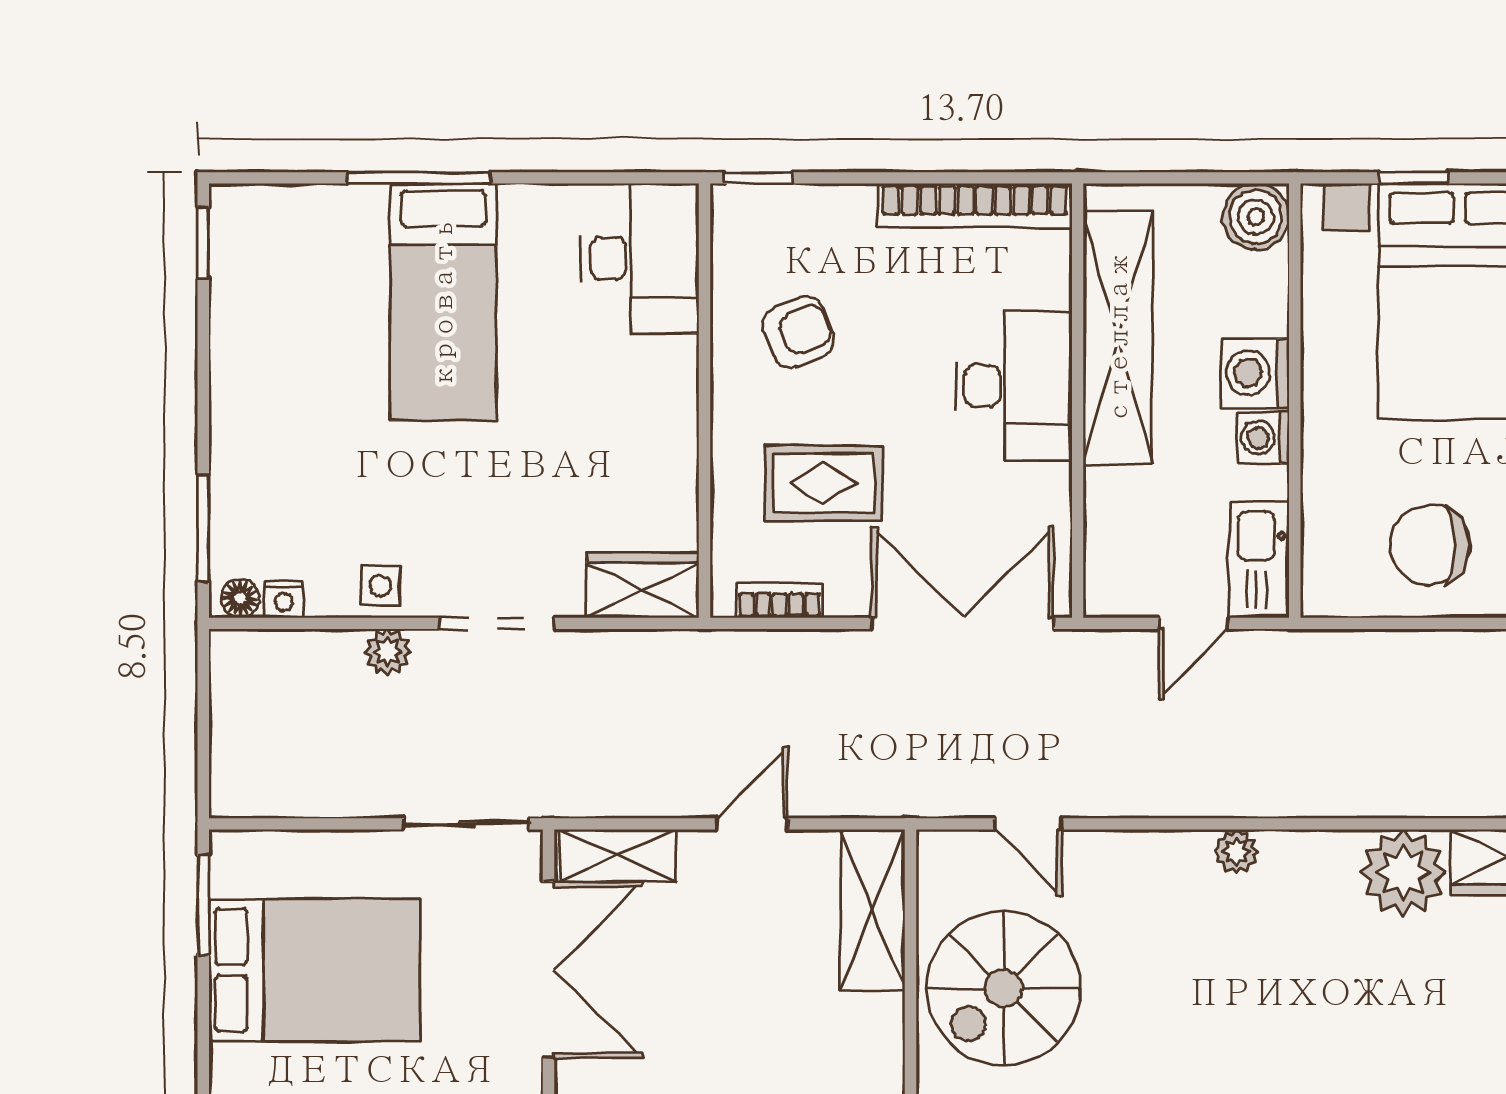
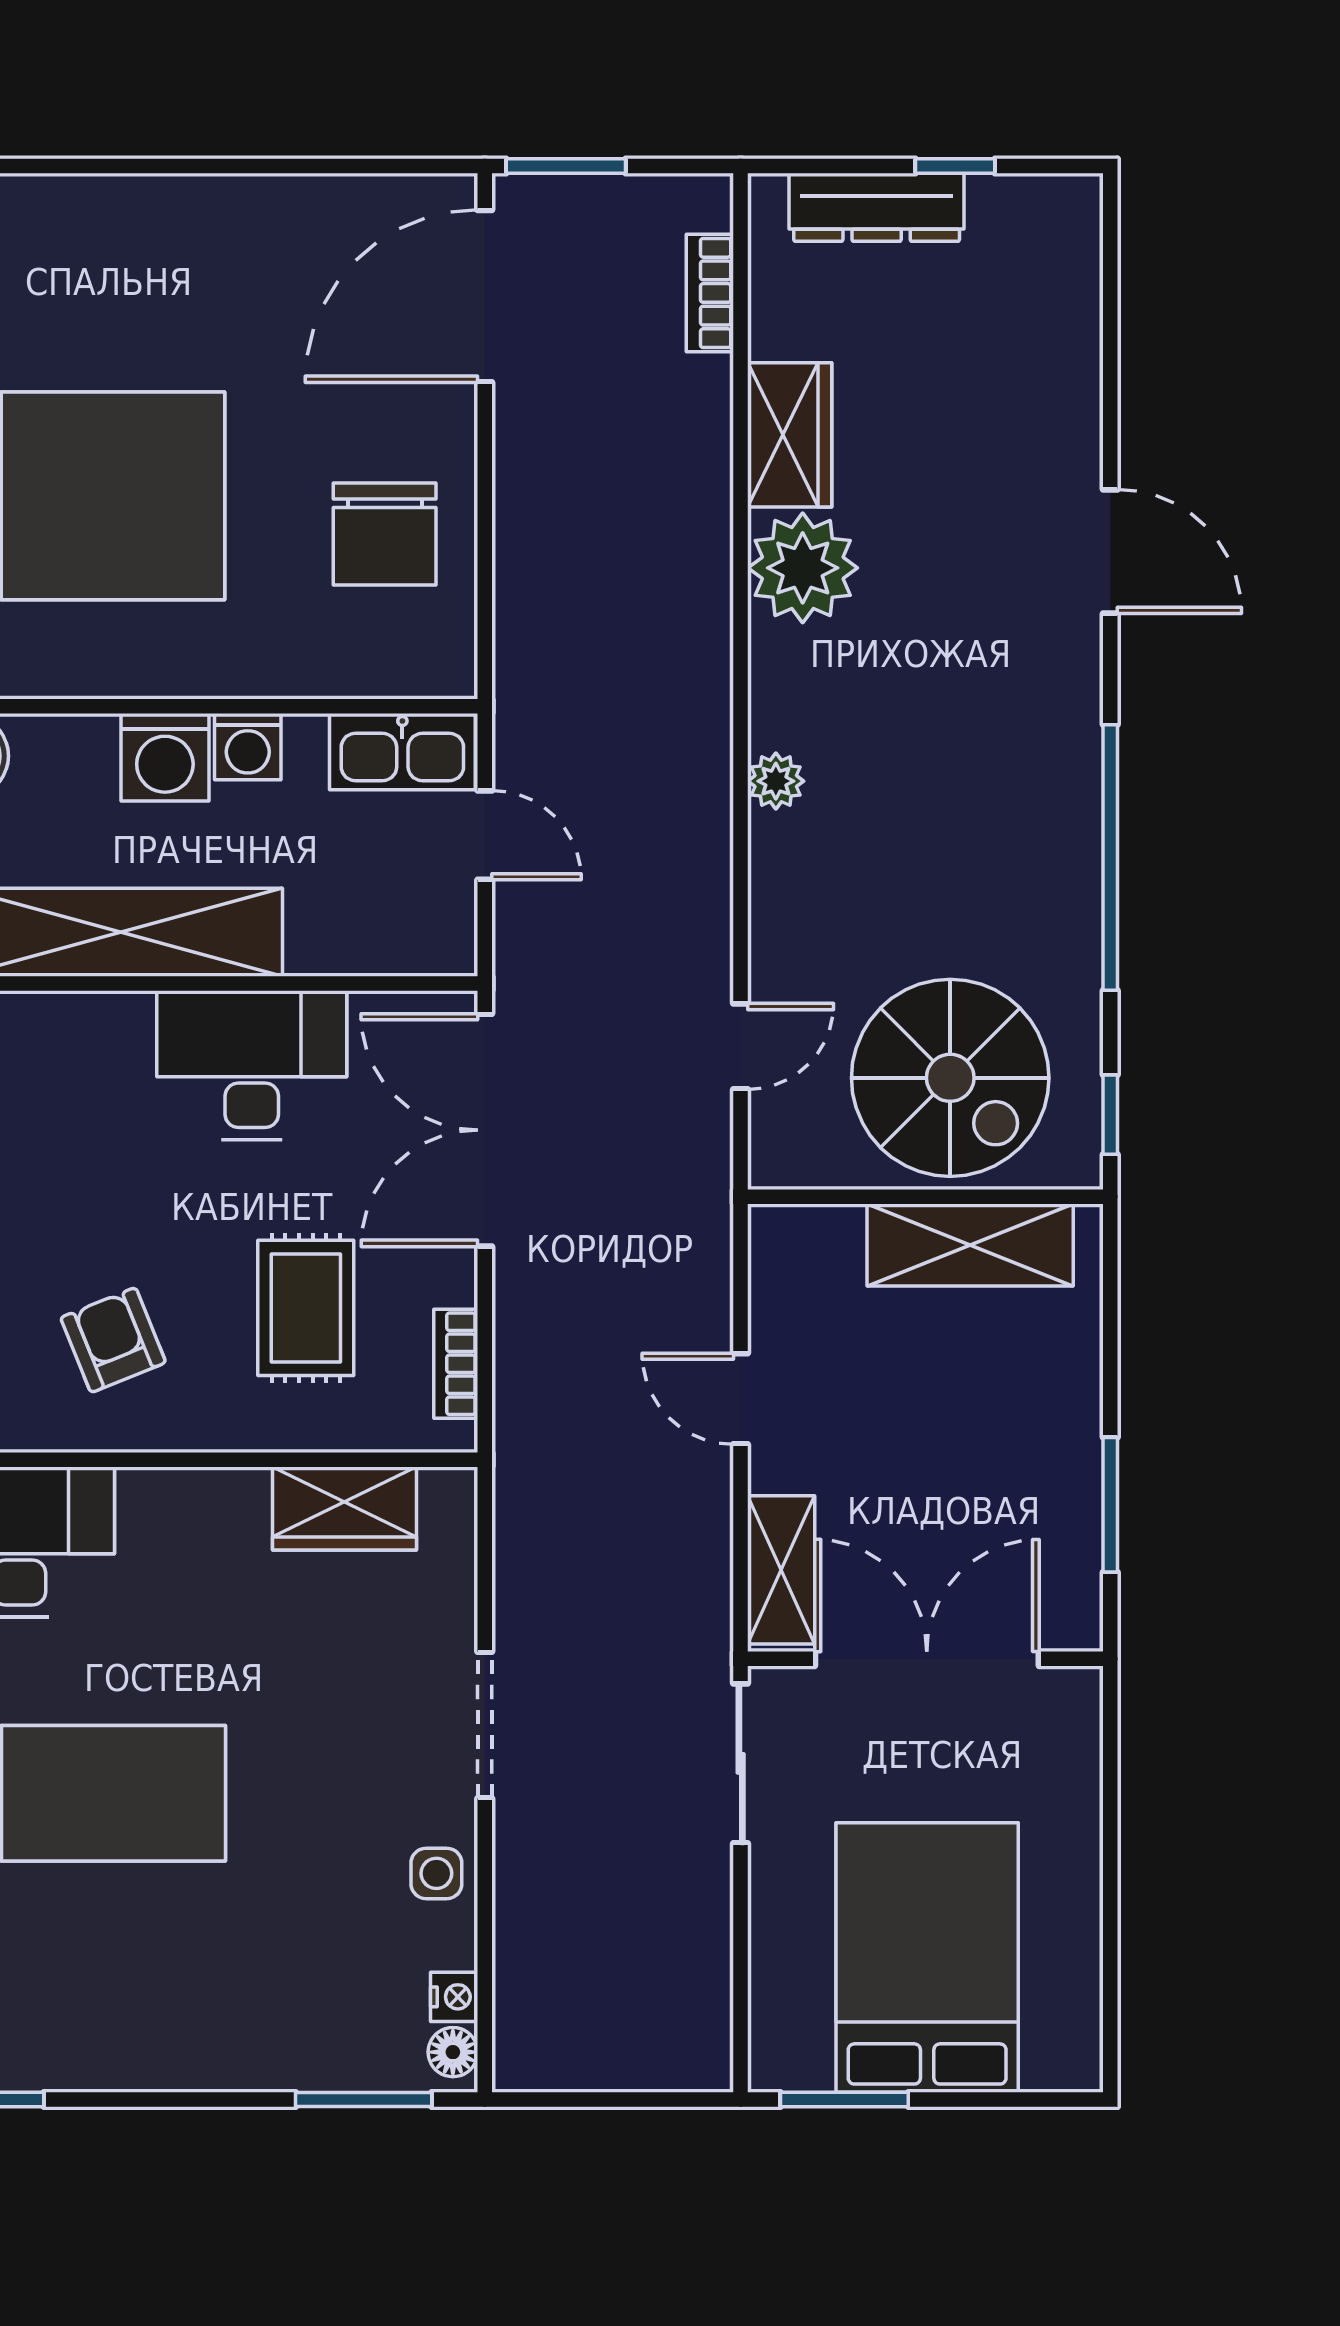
desk: (1014, 386) -> (252, 1065), moved
wardrobe: (643, 585) -> (345, 1508), moved, turned -90
plant: (387, 652) -> (521, 1864), removed
shelving: (873, 910) -> (970, 1245), moved

